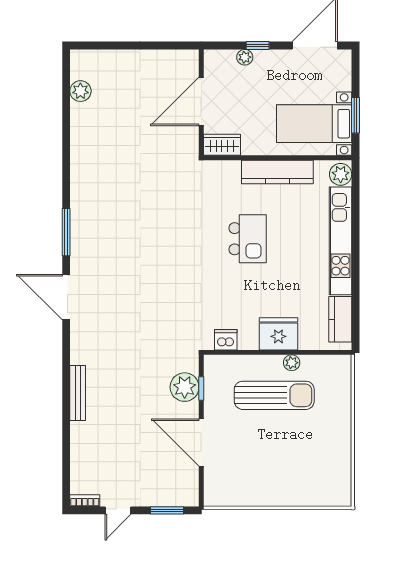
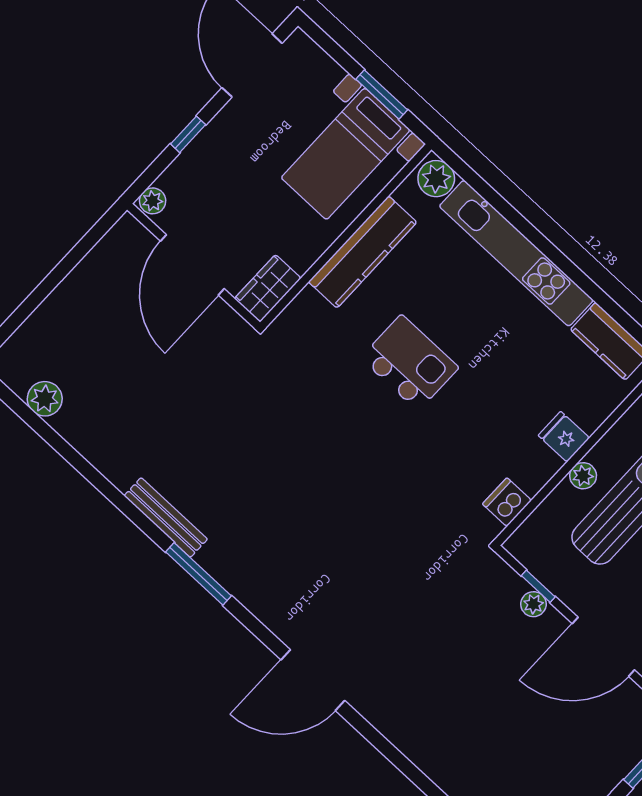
plant: (245, 57) -> (153, 201), moved
door: (66, 297) -> (313, 680), moved
fridge: (278, 334) -> (564, 437), width x0.53, depth x0.75
plant: (292, 363) -> (583, 476), moved
plant: (185, 387) -> (533, 604), width x0.53, depth x0.53
bench: (78, 393) -> (166, 517), moved

